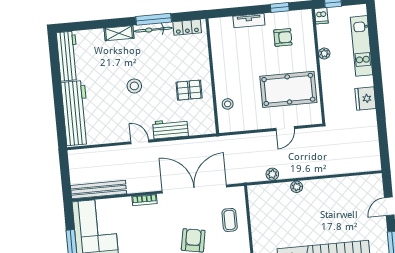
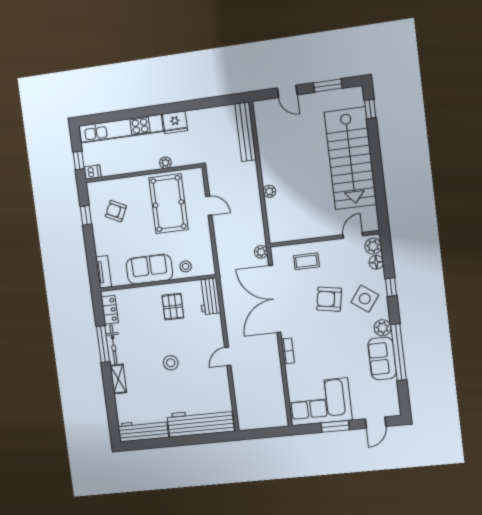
tv unit: (249, 21) -> (104, 272), moved
armchair: (283, 37) -> (116, 211), turned -64
kitchen unit: (362, 46) -> (121, 129), width x1.36
plant: (324, 54) -> (165, 163), moved
sofa: (226, 68) -> (149, 269), added
workbench: (170, 129) -> (210, 296), moved
plant: (272, 174) -> (261, 252), moved
bench: (99, 190) -> (245, 132), moved

